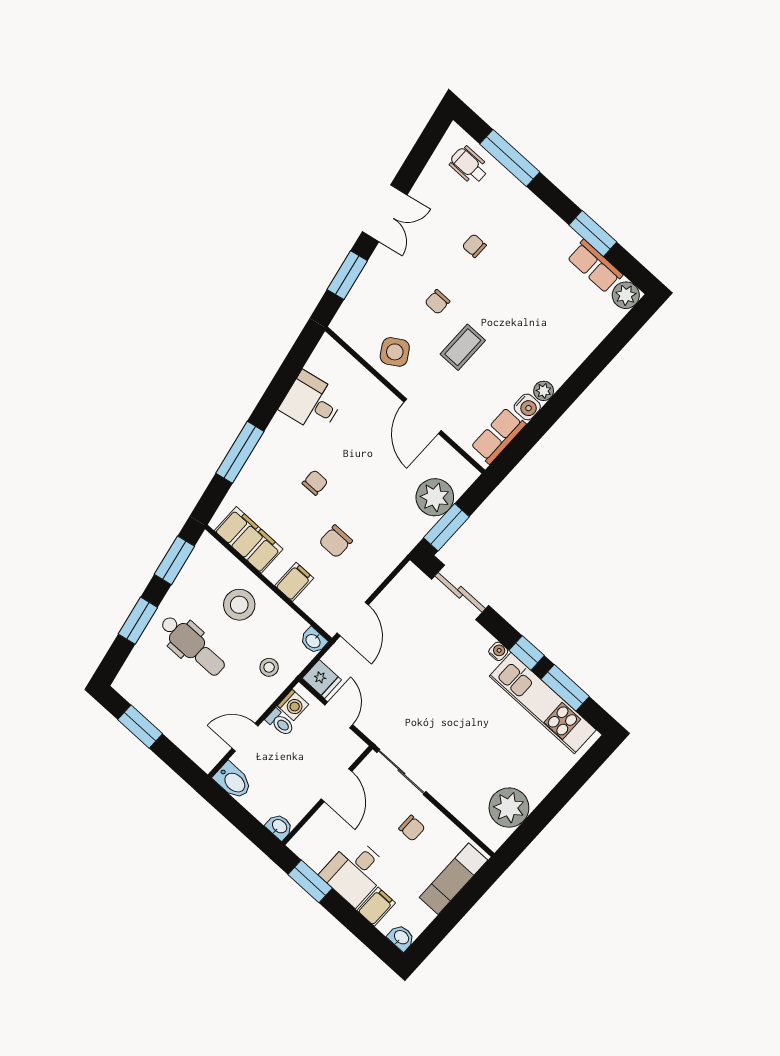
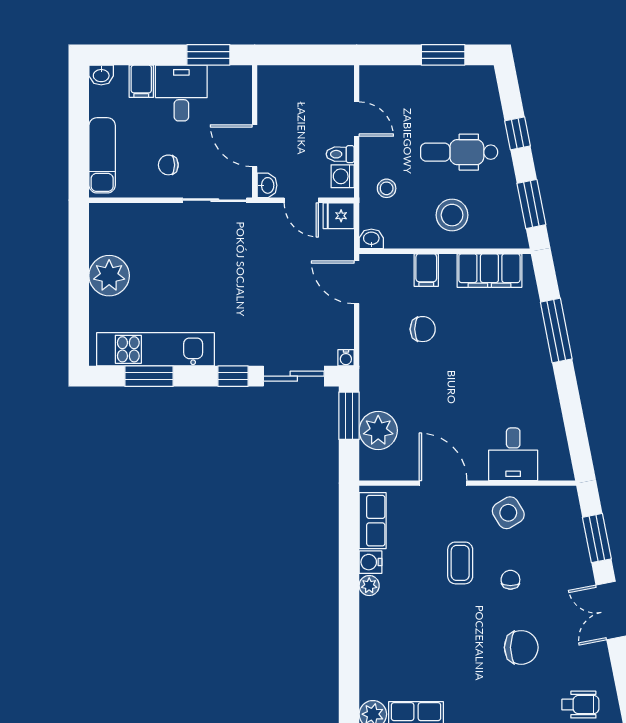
chair: (474, 246) -> (521, 647), width x1.87, depth x1.87
desk: (312, 403) -> (513, 454), moved, turned 101
chair: (315, 483) -> (479, 359), removed
chair: (336, 541) -> (423, 329), turned 90
window: (138, 621) -> (518, 133), width x0.67
water cooler: (498, 651) -> (346, 358), moved
window: (527, 653) -> (233, 376), moved
door: (245, 737) -> (357, 119), hinge flipped
bidet: (233, 781) -> (336, 78), removed
plant: (509, 808) -> (109, 276), moved
washbasin: (279, 827) -> (267, 185), moved, turned -90

